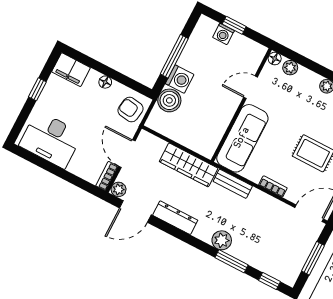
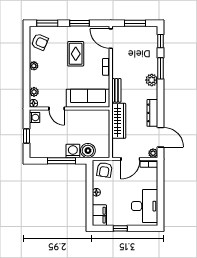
washing machine: (223, 34) -> (35, 118), moved

